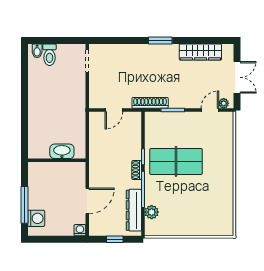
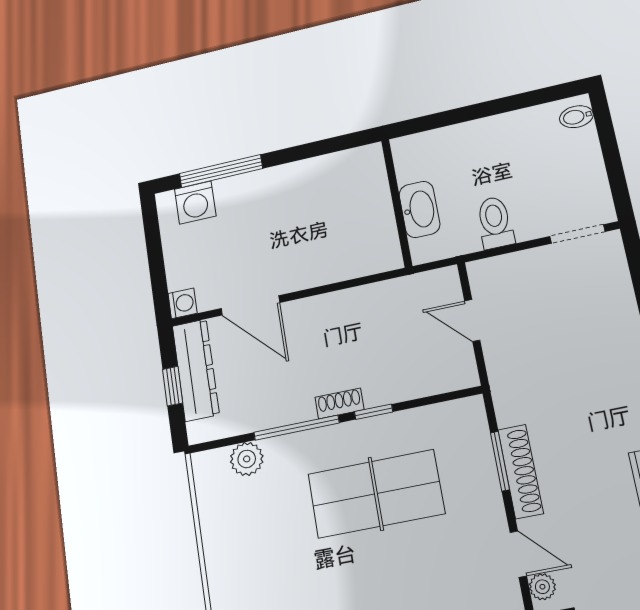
toilet: (50, 55) -> (495, 222), moved, turned 90
shoe rack: (150, 103) -> (521, 471), moved
washbasin: (62, 151) -> (419, 209), moved
wall: (57, 160) -> (397, 203), moved
table tennis table: (176, 161) -> (376, 494), turned 90
dresser: (134, 210) -> (196, 370), moved, turned 90

